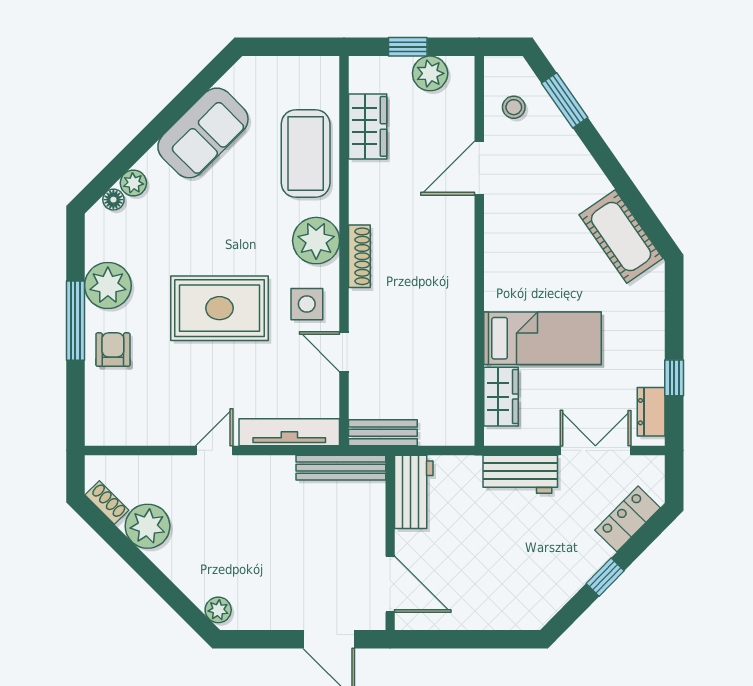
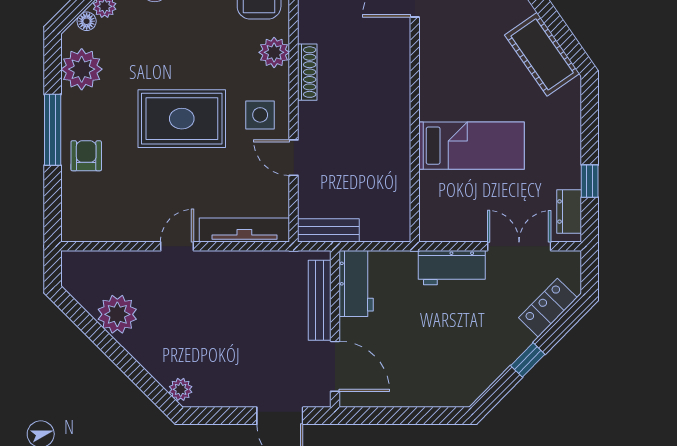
plant: (316, 241) -> (274, 52), width x0.73, depth x0.73
plant: (108, 285) -> (82, 69), moved
wardrobe: (501, 397) -> (434, 198), removed
bench: (341, 468) -> (320, 300), moved, turned 90
shoe rack: (107, 503) -> (81, 293), removed

